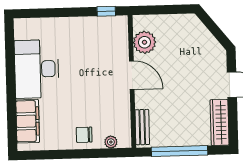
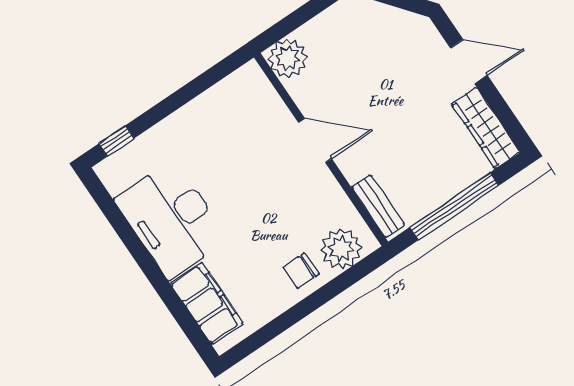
window: (106, 11) -> (116, 141), moved
plant: (144, 42) -> (288, 58), moved
plant: (111, 142) -> (341, 249), width x1.87, depth x1.87

